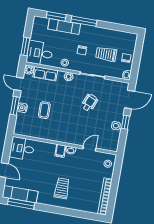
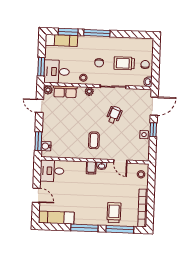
exam couch: (64, 26) -> (61, 40), moved
window: (15, 106) -> (38, 141), moved
water cooler: (22, 108) -> (46, 146), moved
coffee table: (44, 110) -> (94, 140), moved
door: (89, 148) -> (120, 161), swing flipped
trolley: (62, 188) -> (114, 213), moved
window: (21, 204) -> (84, 228), moved
window: (80, 214) -> (120, 229), added

